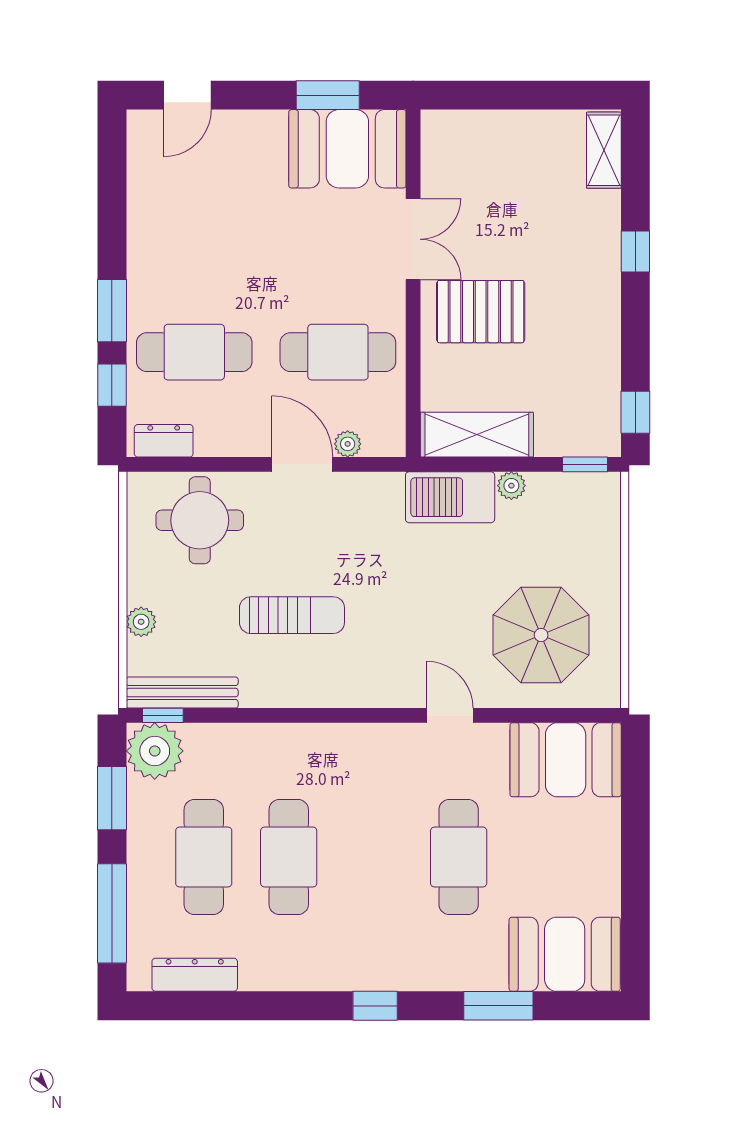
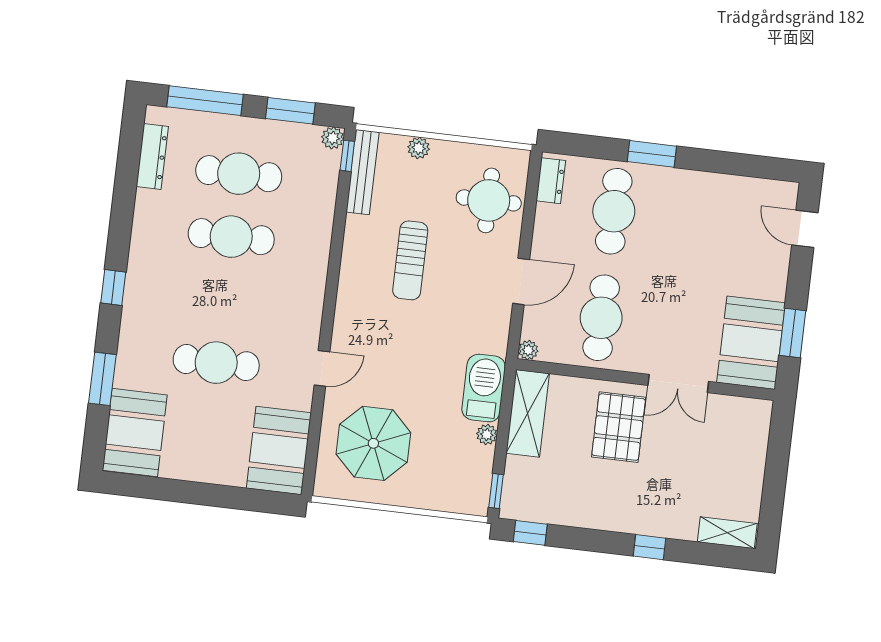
window: (112, 385) -> (597, 147), removed
plant: (348, 444) -> (528, 350), moved
plant: (155, 751) -> (333, 138), width x0.53, depth x0.53

